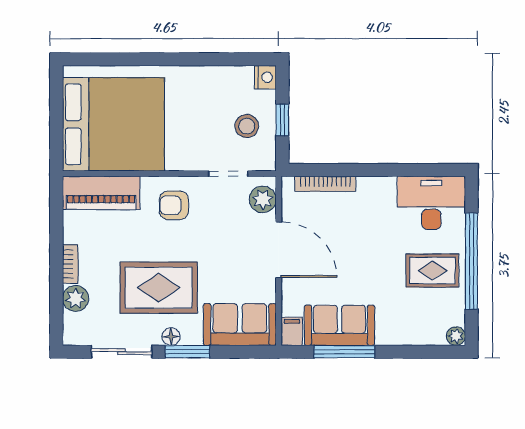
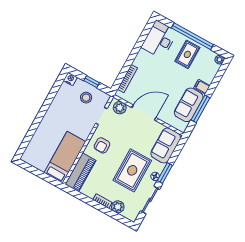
bed: (113, 124) -> (65, 157), width x0.49
filing cabinet: (292, 331) -> (202, 87), moved

